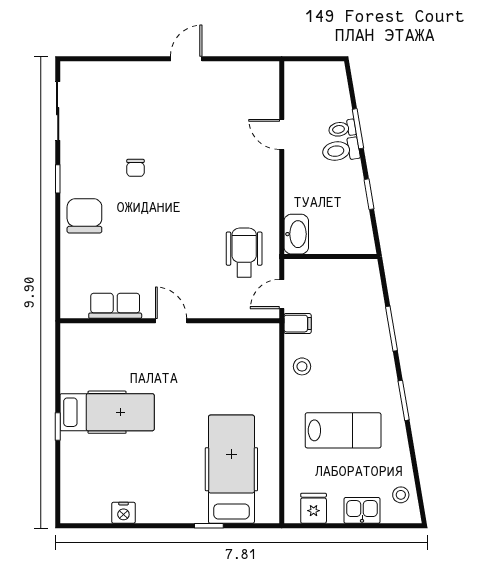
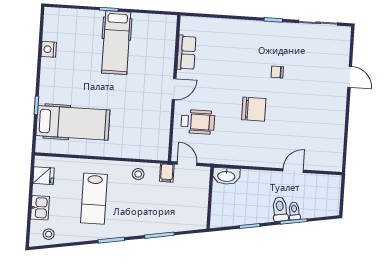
door: (186, 59) -> (350, 77), moved
chair: (84, 216) -> (254, 109), moved
wheelchair: (244, 253) -> (198, 122), moved

